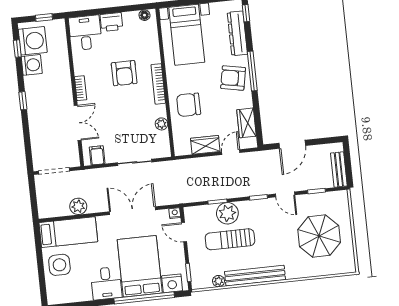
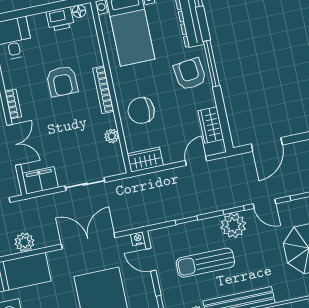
printer: (111, 22) -> (60, 19), moved
armchair: (233, 78) -> (190, 74), turned 72
wardrobe: (205, 145) -> (145, 160), moved
filing cabinet: (97, 155) -> (40, 180), width x2.00
plant: (227, 213) -> (233, 225), moved

